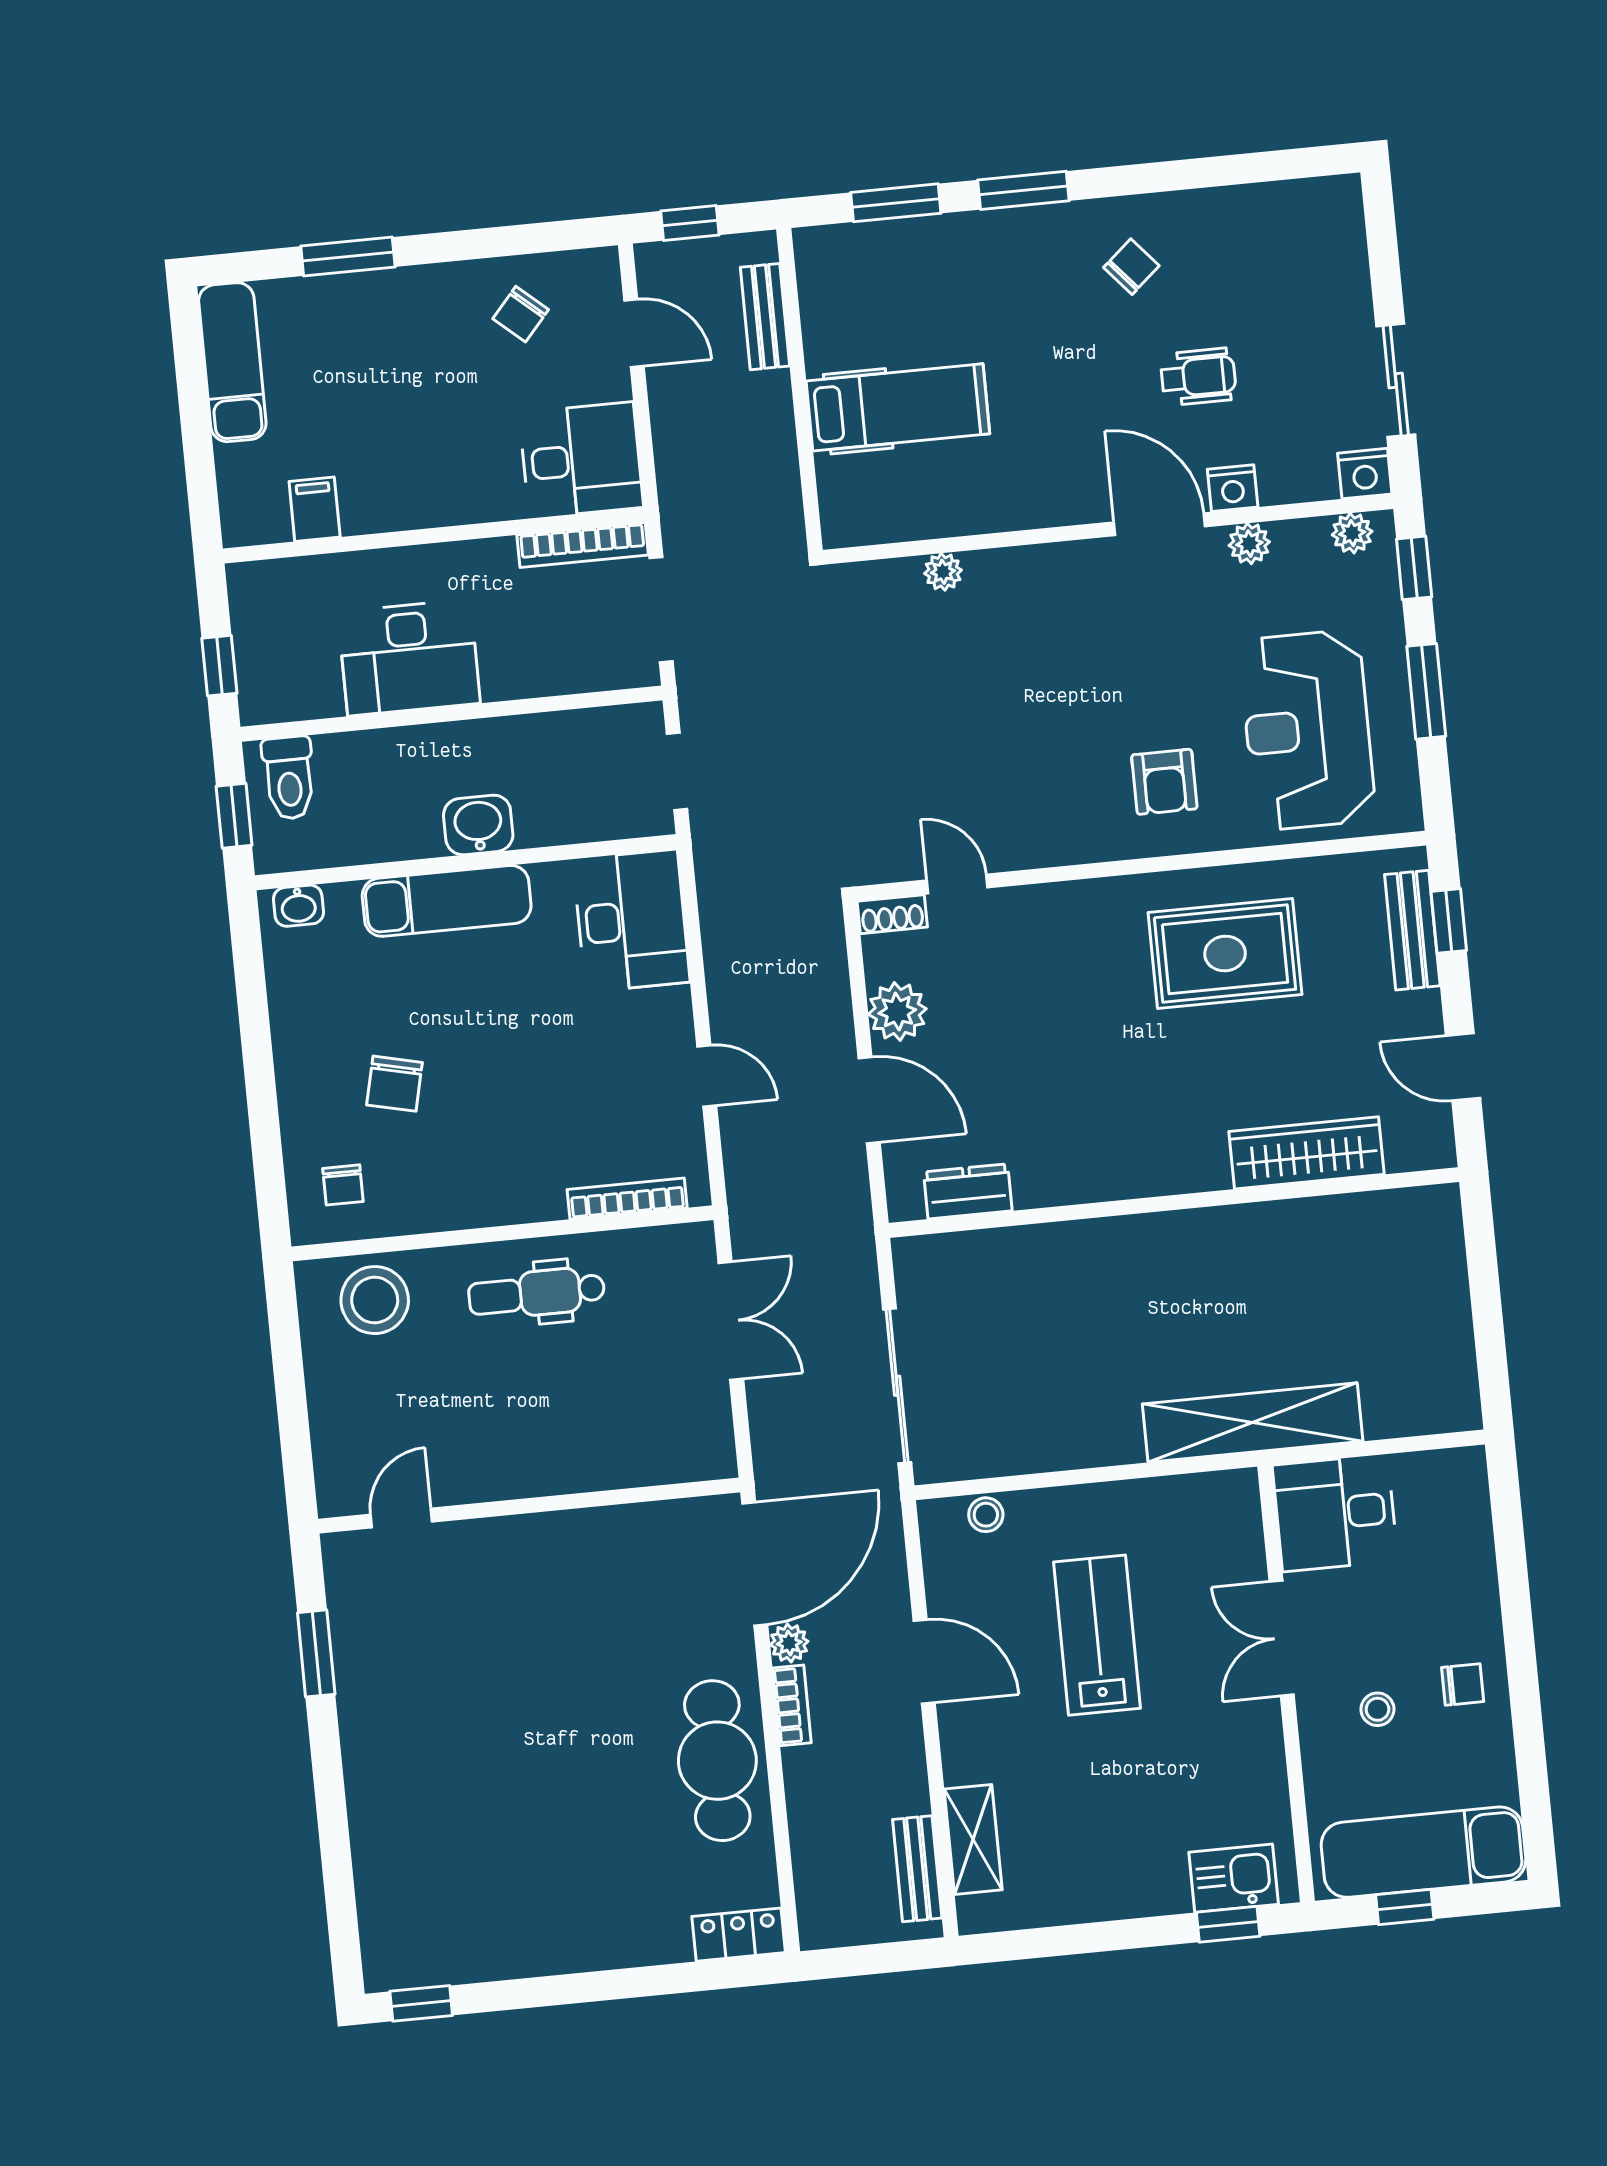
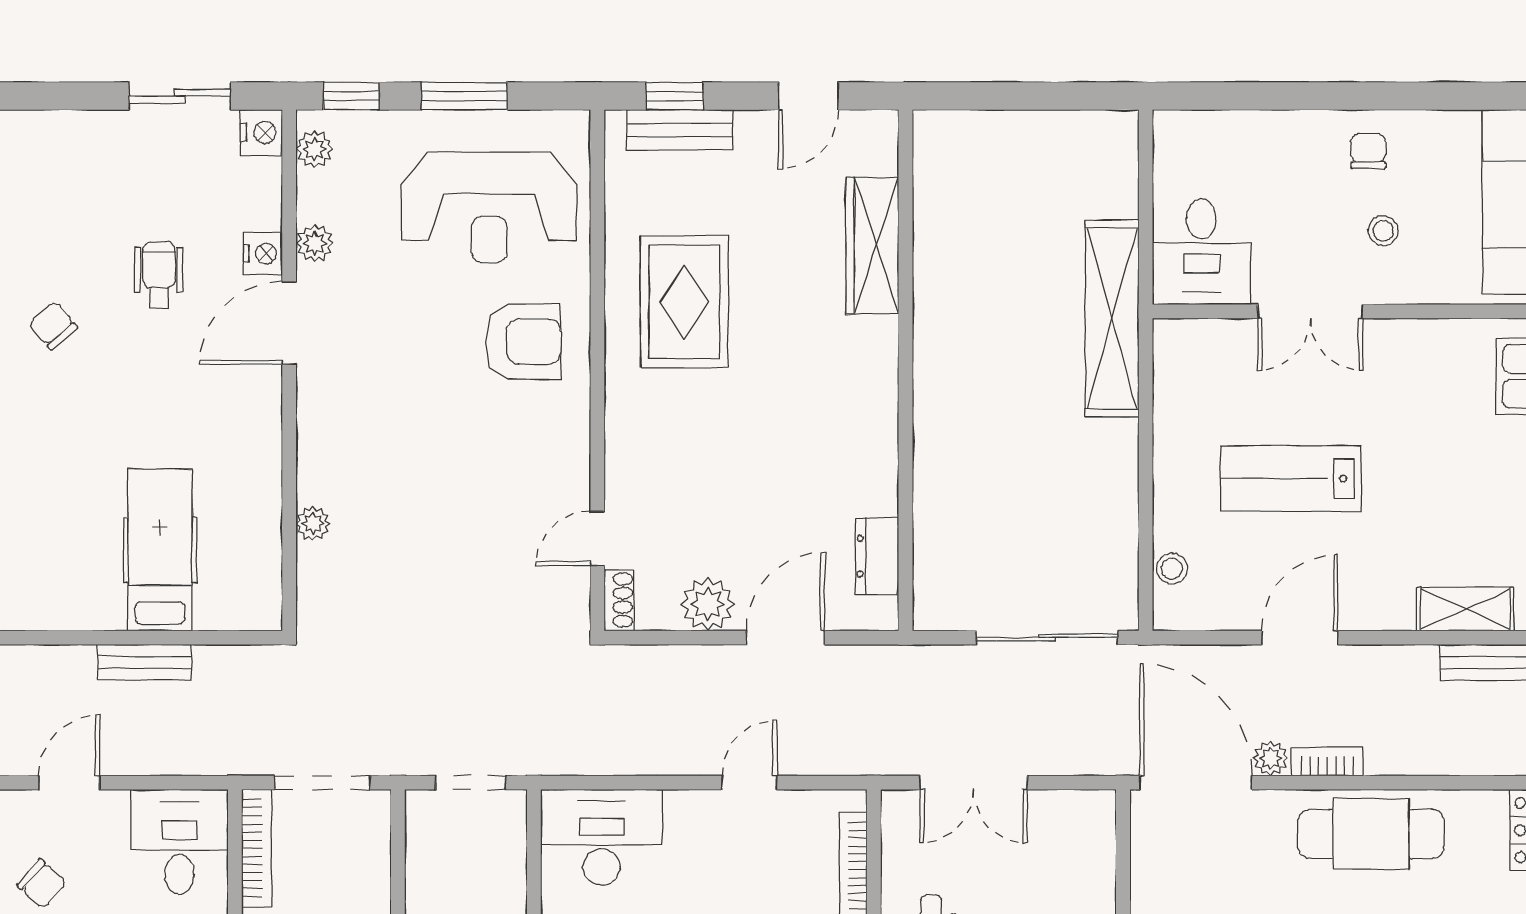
bench: (765, 317) -> (144, 662), moved
armchair: (1164, 782) -> (523, 342), width x1.38, depth x1.38
double door: (731, 1321) -> (973, 783), swing flipped

